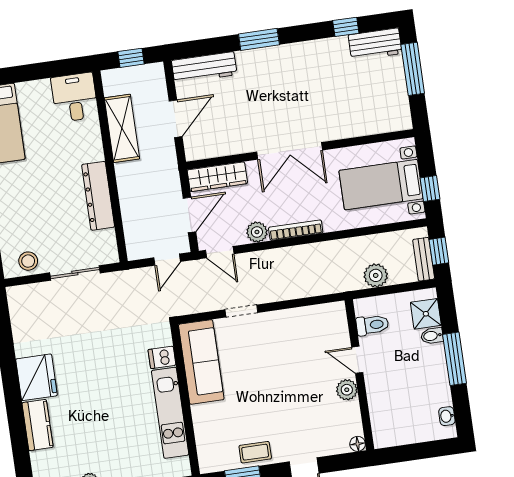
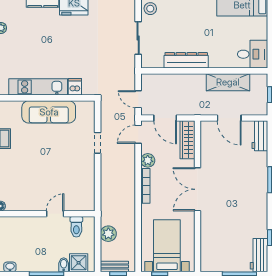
workbench: (204, 68) -> (260, 136), width x0.73
sofa: (201, 362) -> (49, 112), moved
plant: (347, 390) -> (37, 204), removed

